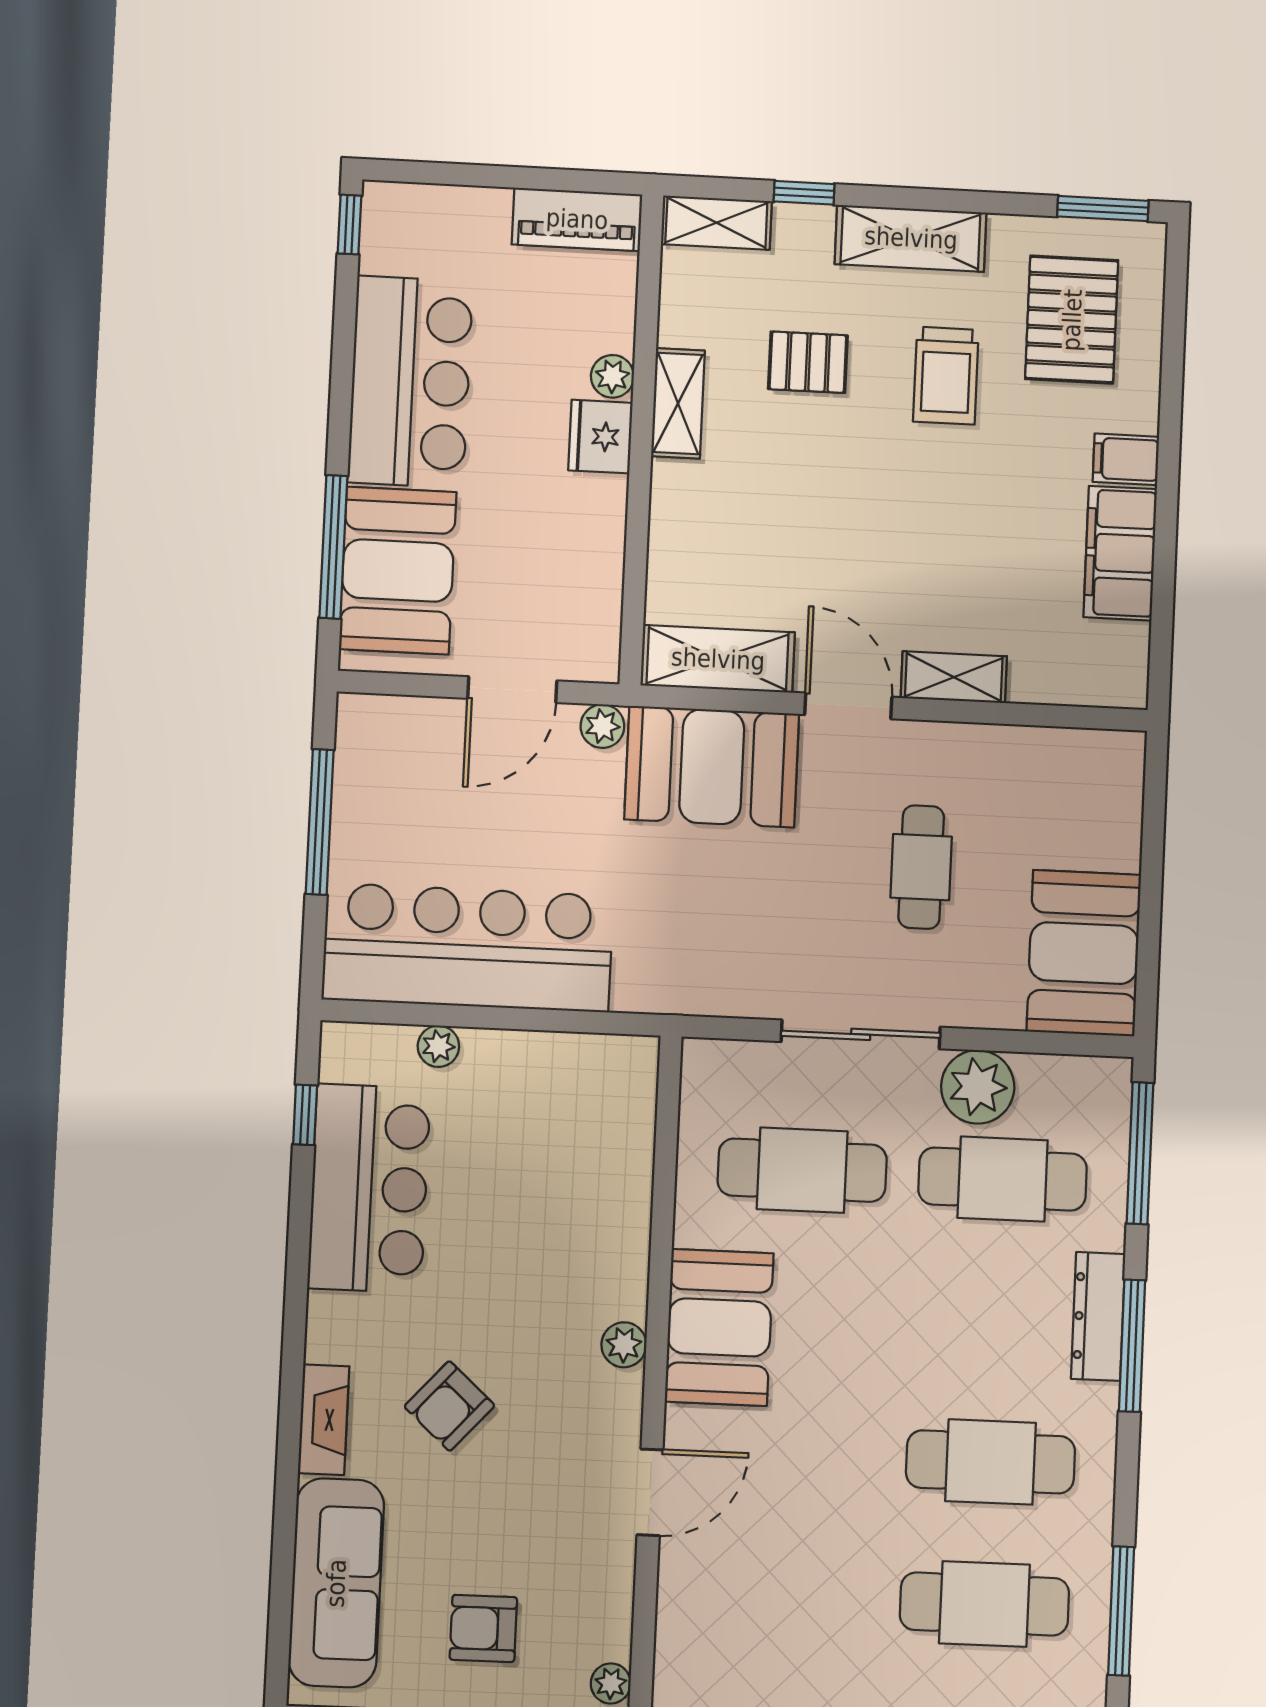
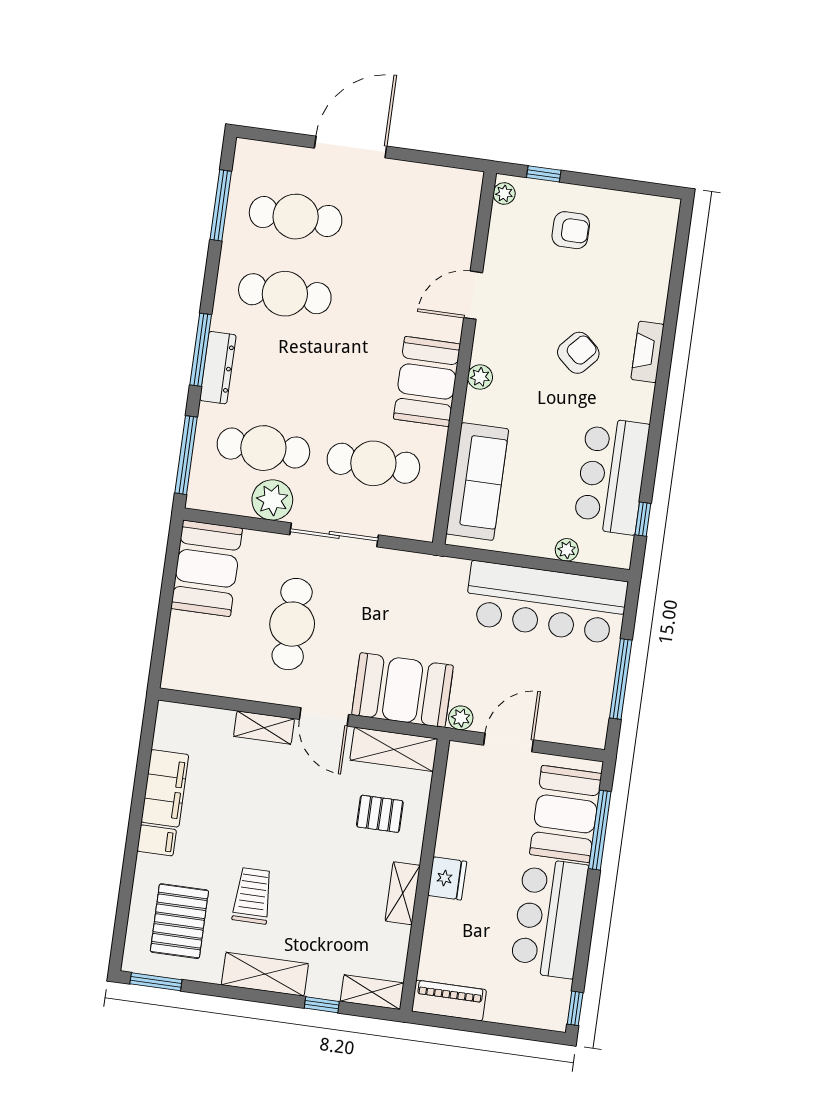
pallet: (808, 362) -> (380, 814), moved
plant: (612, 376) -> (438, 911), removed
cafe table: (921, 867) -> (292, 624), width x1.37, depth x1.35
sofa: (336, 1583) -> (477, 481), moved, turned 180

